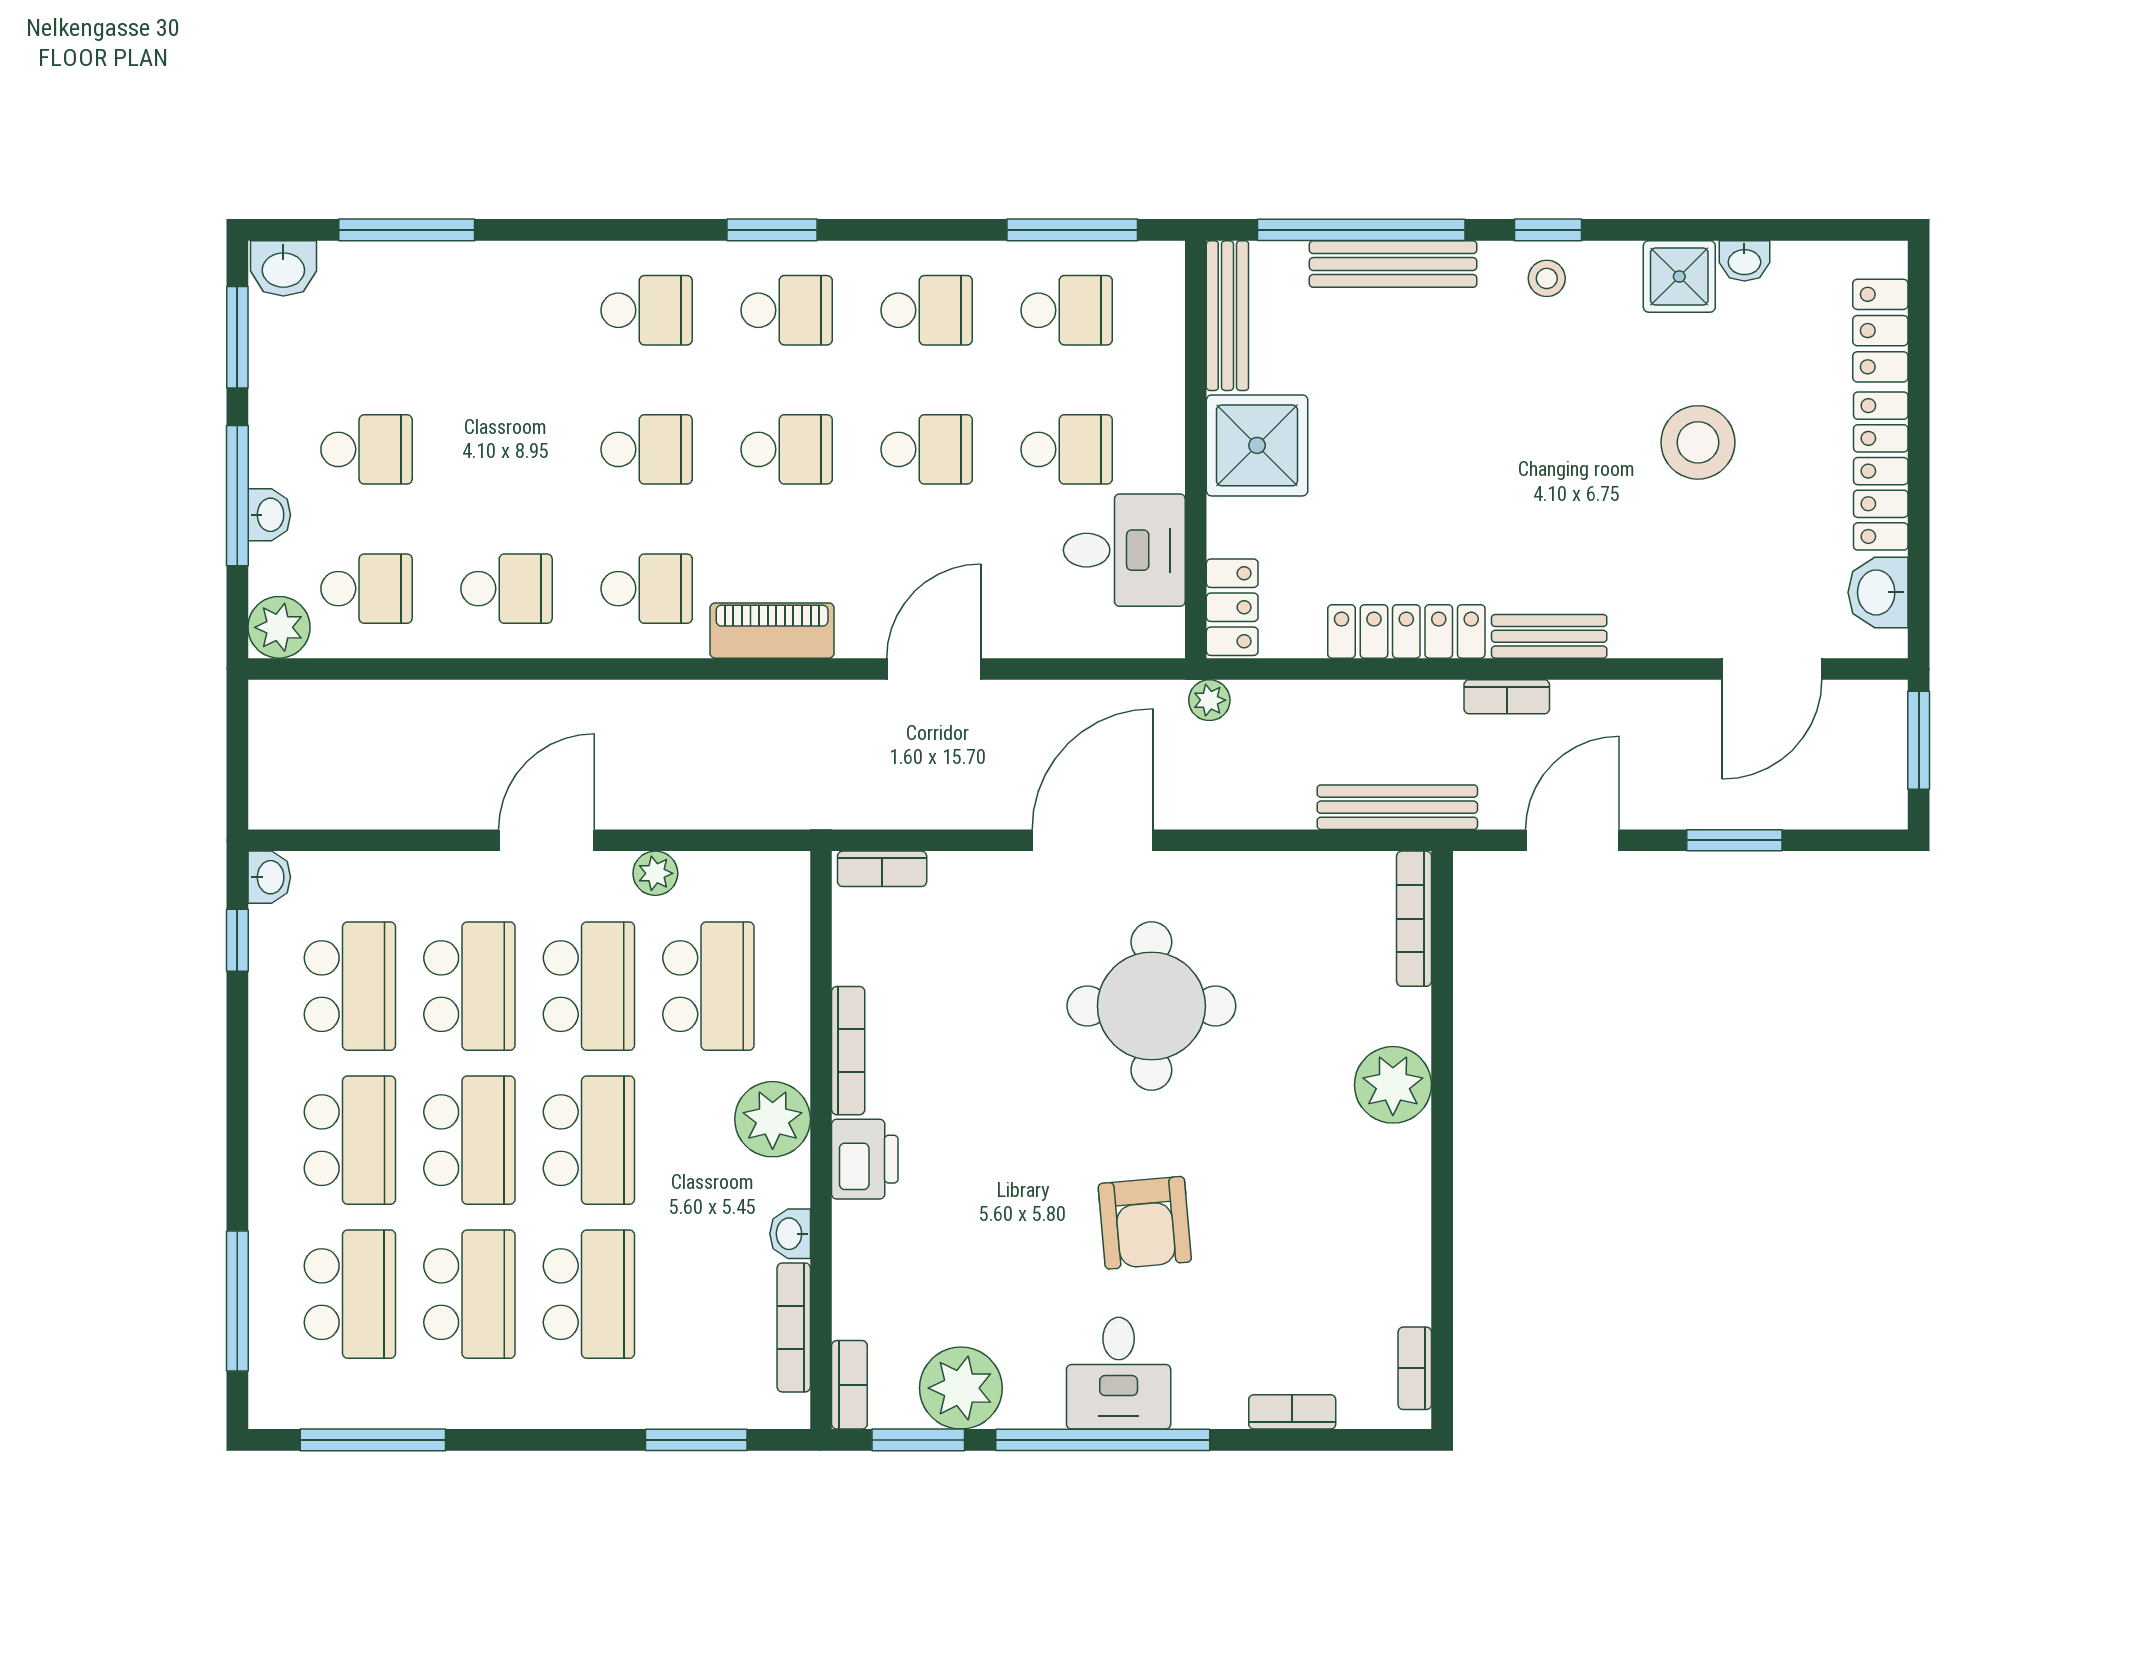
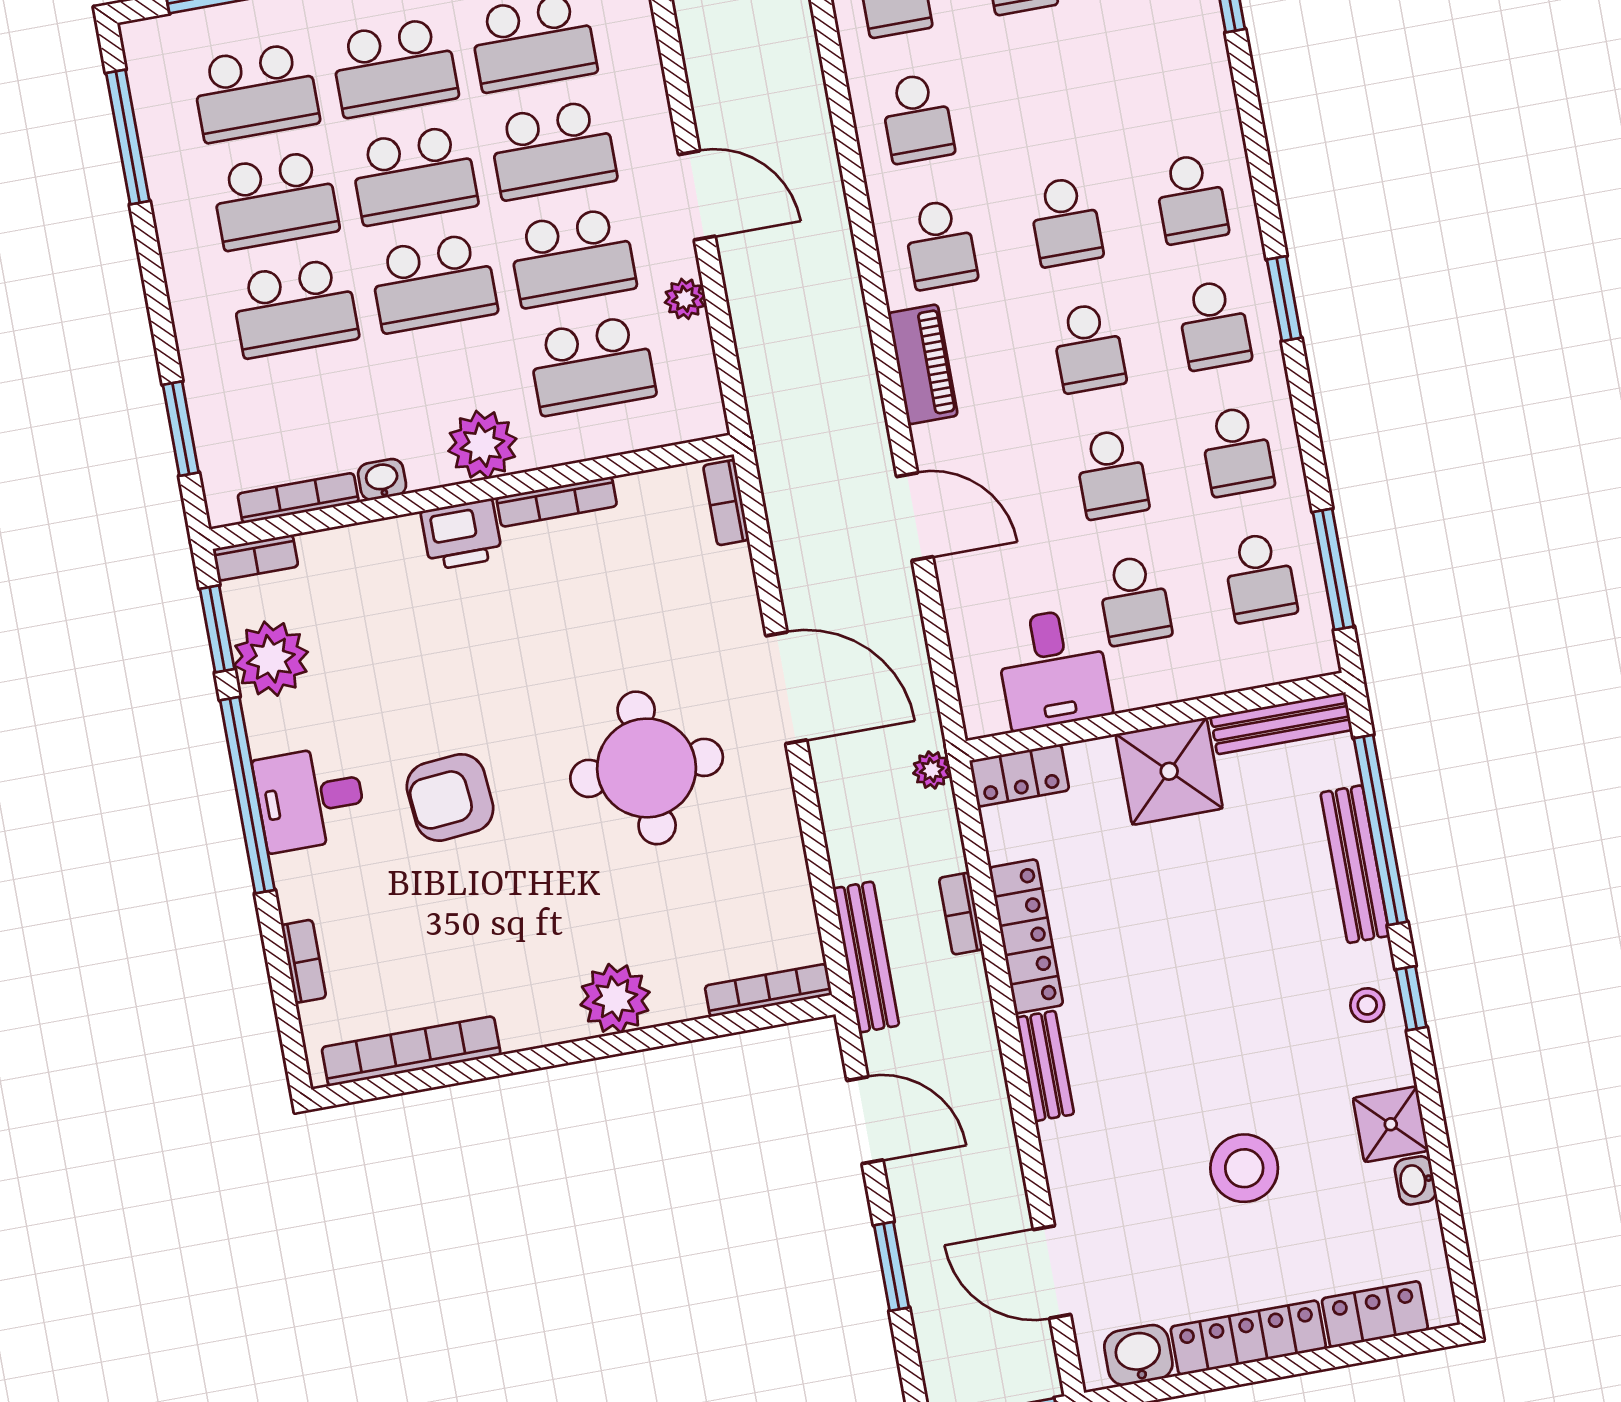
bookcase: (1507, 697) -> (961, 914), moved
bookcase: (1415, 1368) -> (411, 1051), width x2.31, depth x1.31

